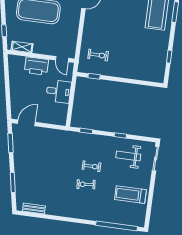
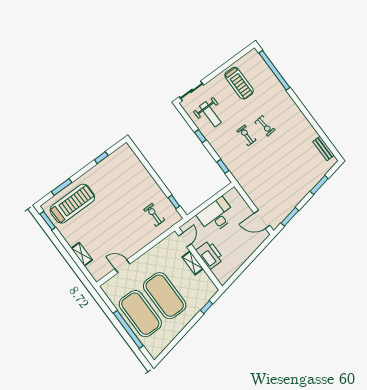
shelving: (22, 47) -> (193, 263), moved
desk: (59, 91) -> (216, 216), width x1.37

